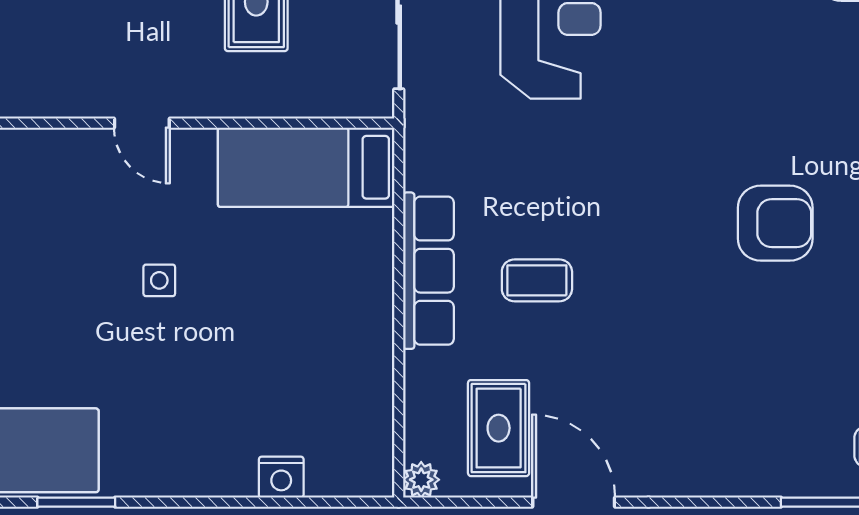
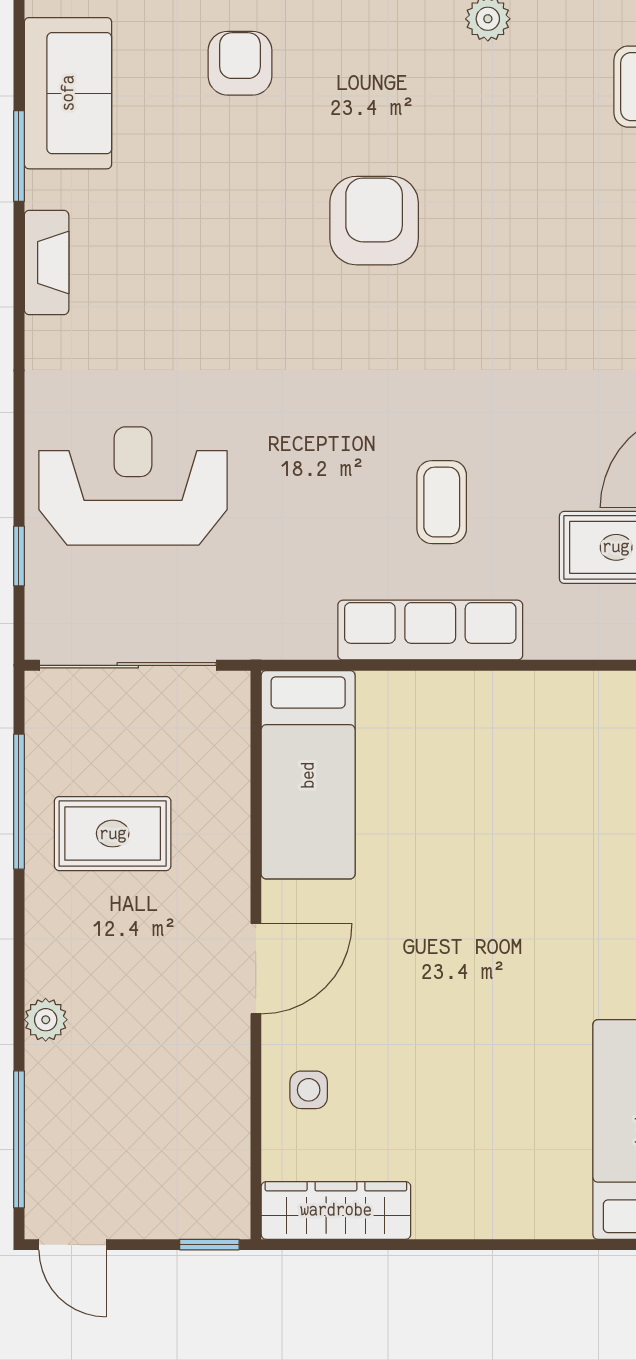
door: (142, 123) -> (256, 969), width x1.38
side table: (159, 280) -> (309, 1090), moved

